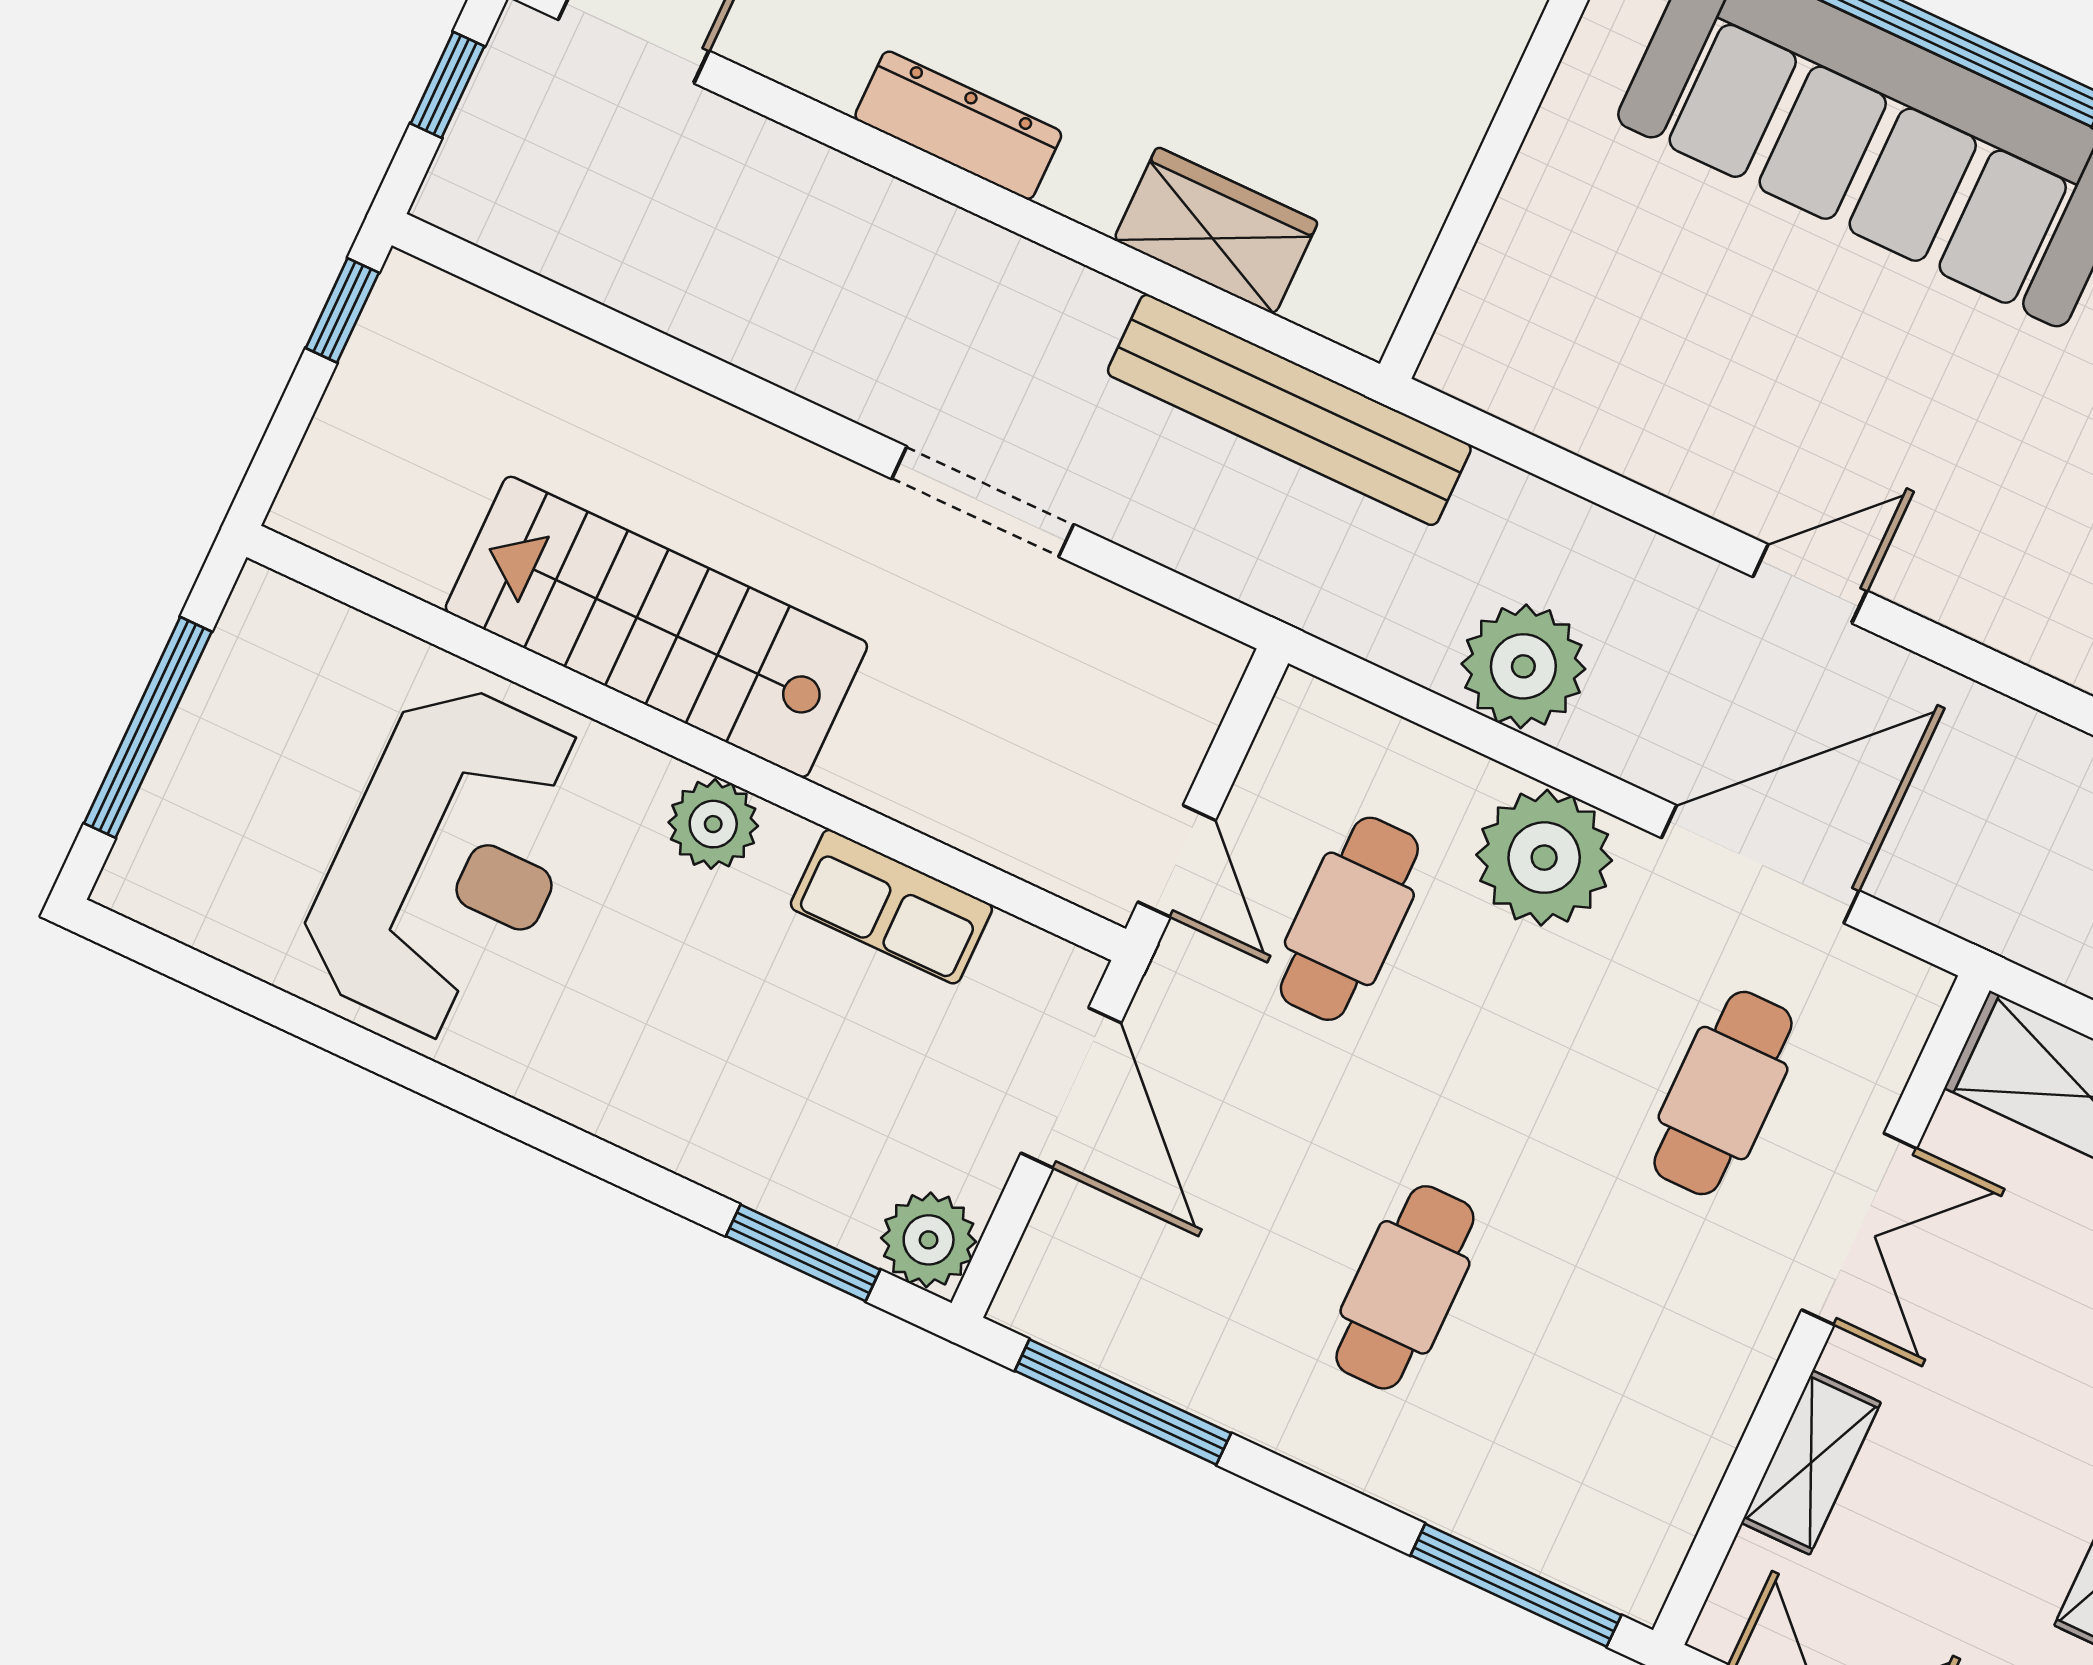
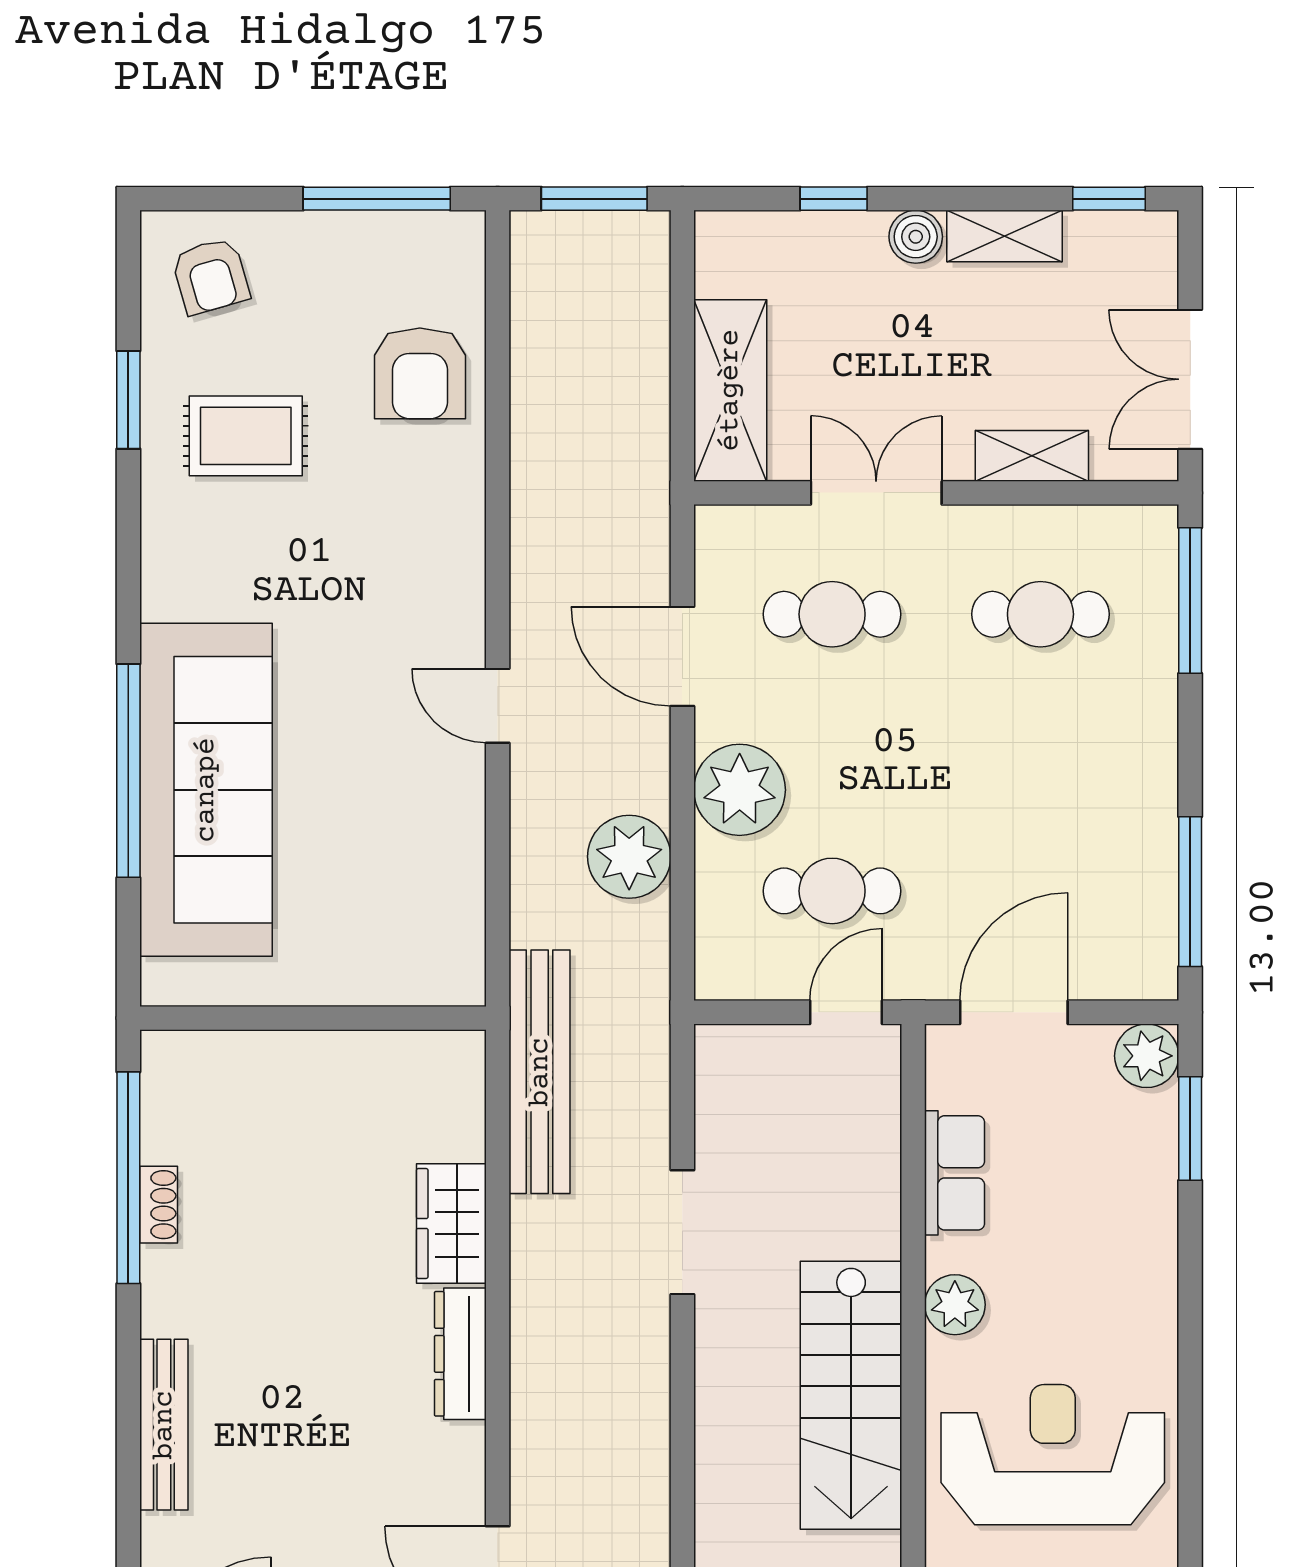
wardrobe: (1216, 231) -> (451, 1223), moved
door: (1760, 864) -> (682, 656), width x0.73
cafe table: (1405, 1287) -> (1040, 614), moved

